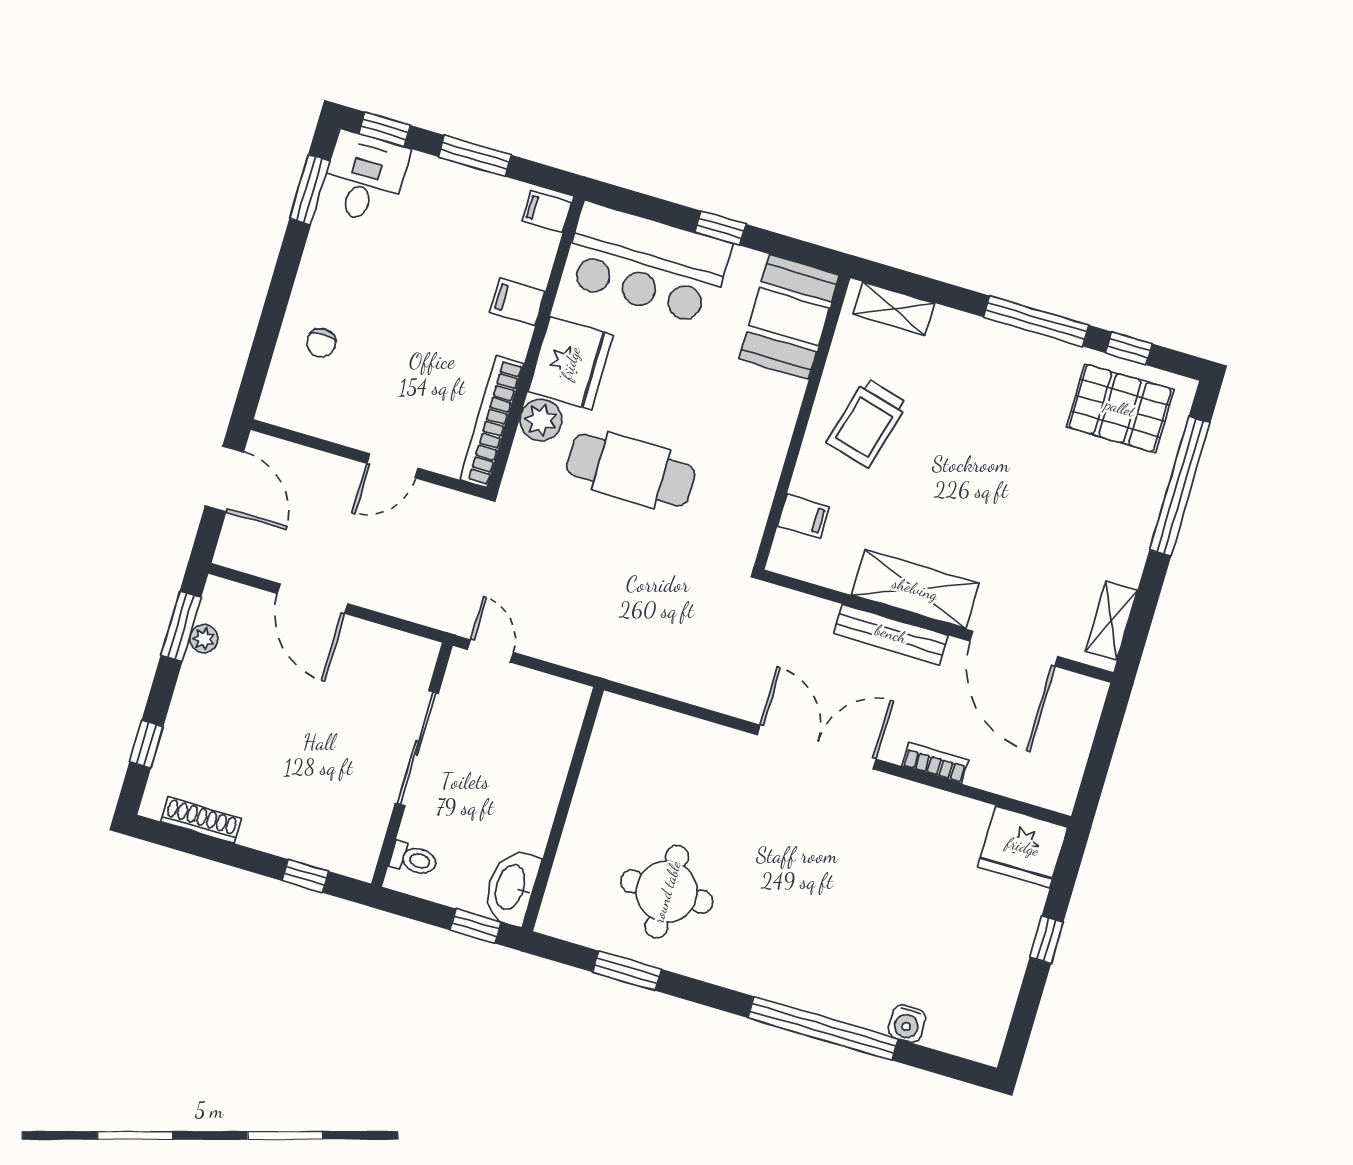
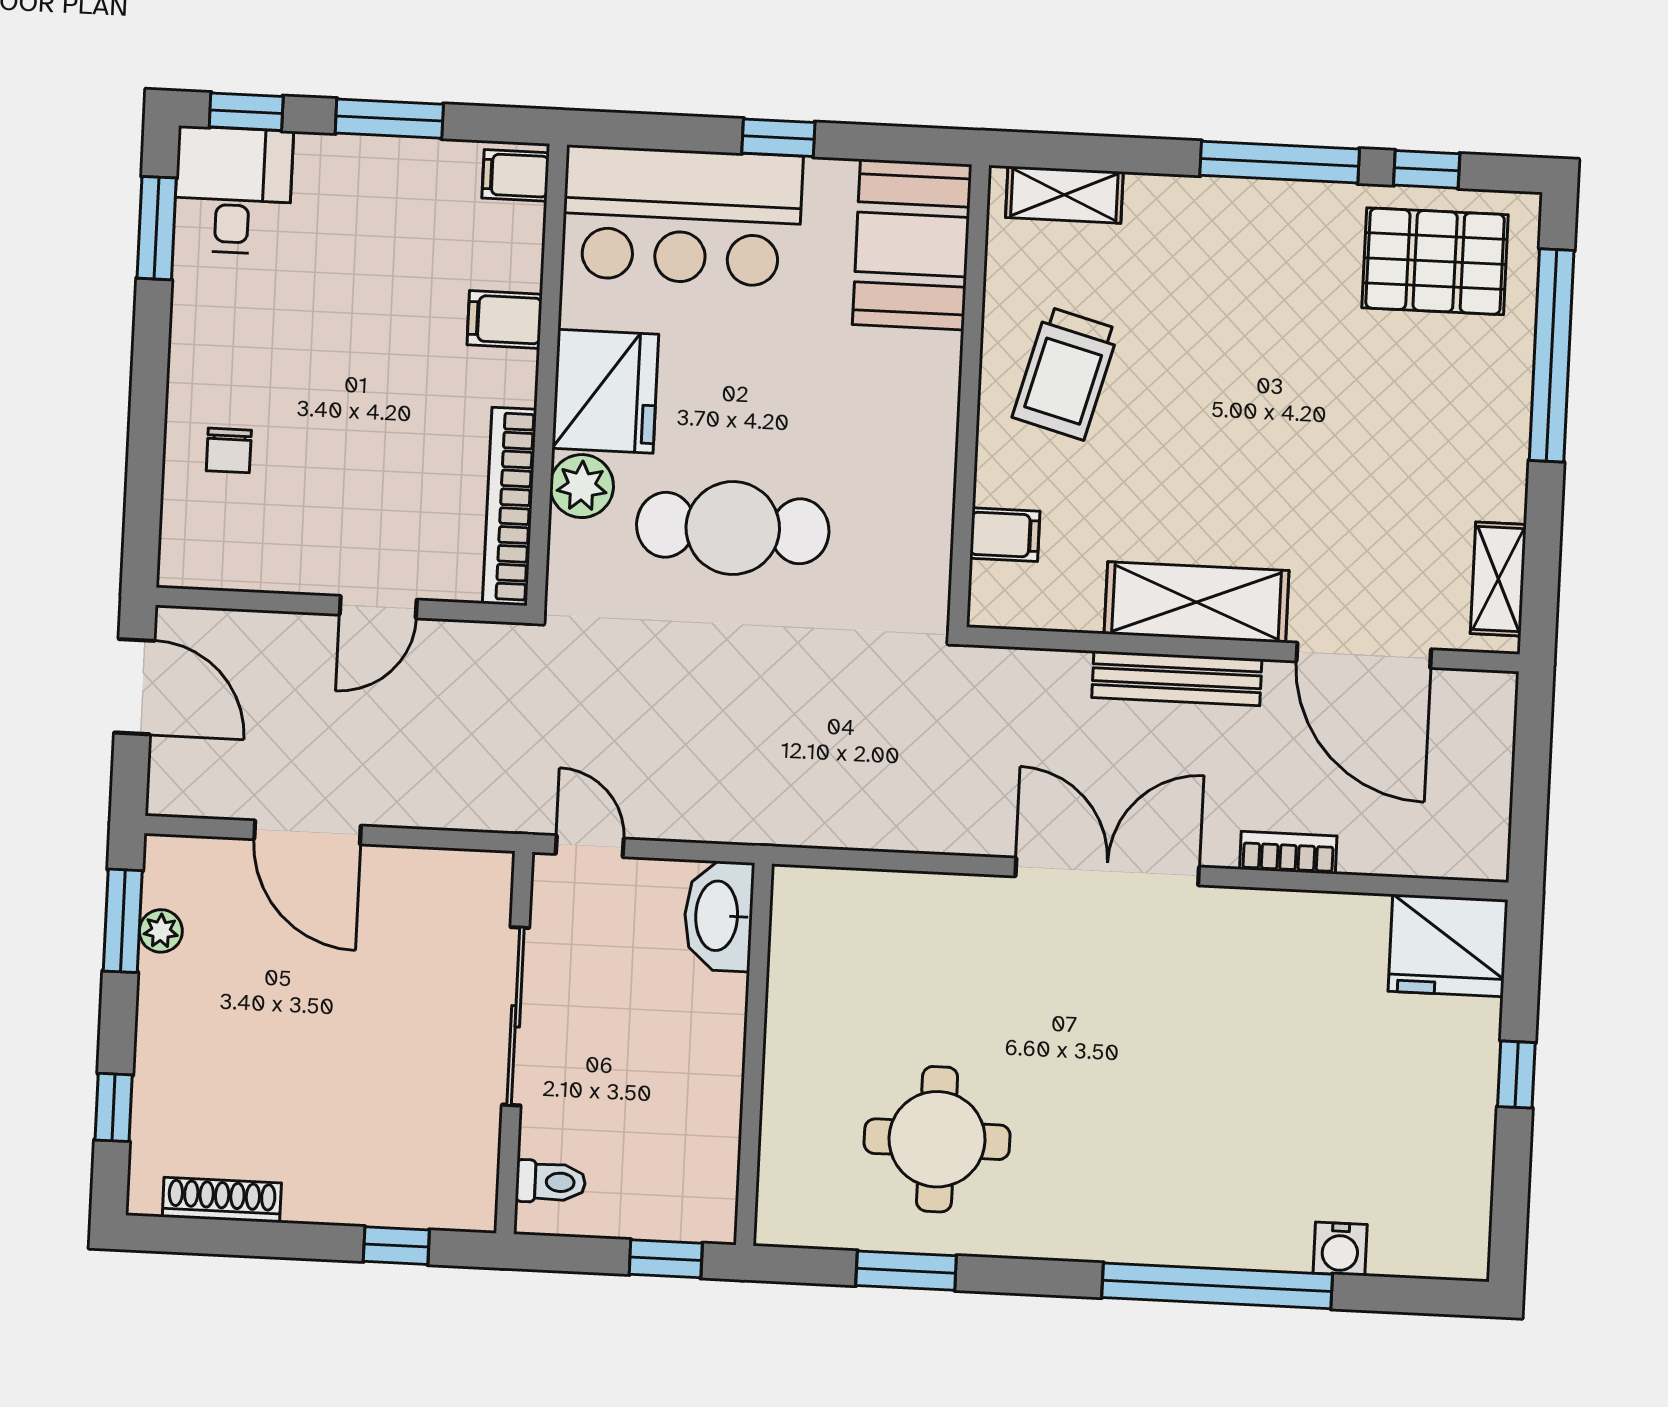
washbasin: (511, 887) -> (719, 916), moved

